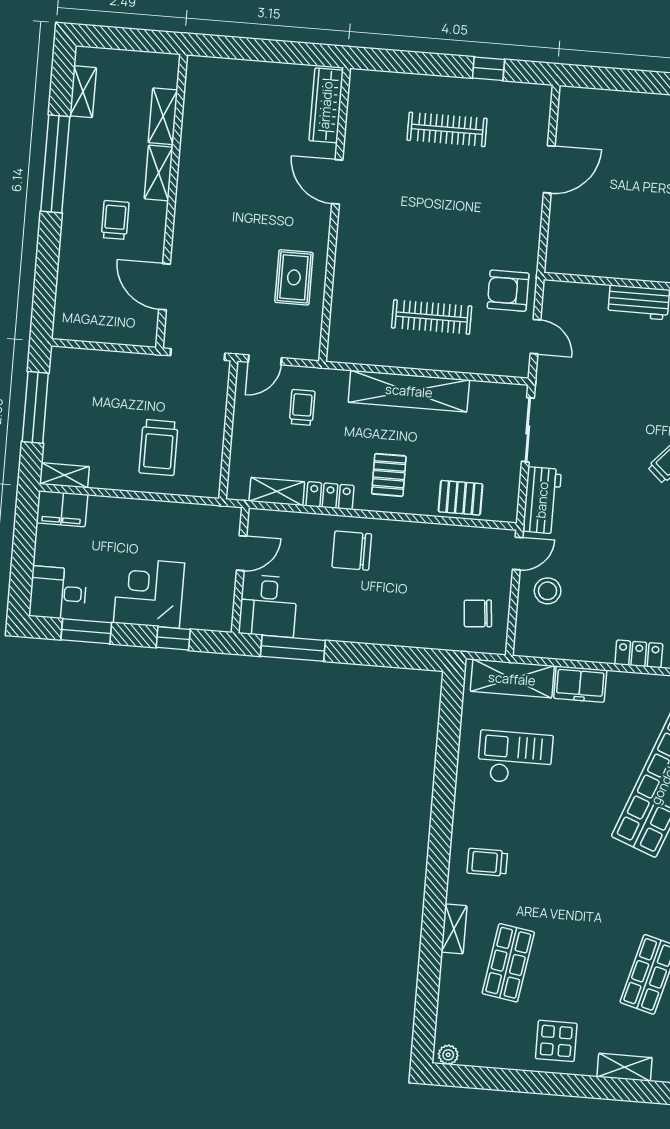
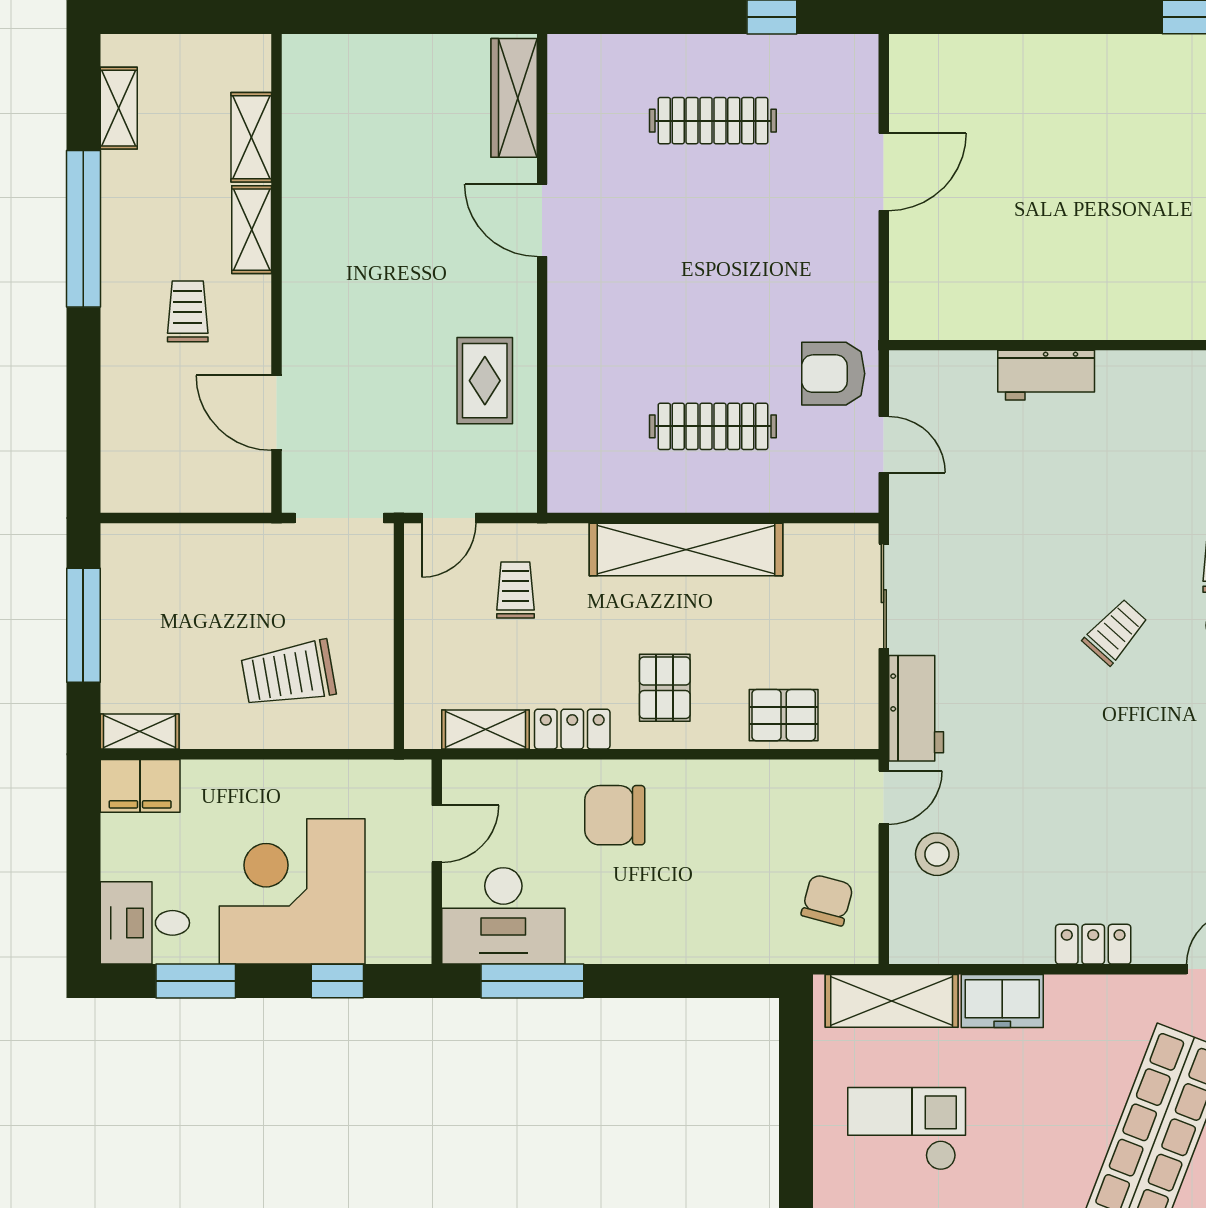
trolley: (159, 447) -> (288, 674), turned 80
corner desk: (149, 593) -> (292, 891), width x1.36, depth x1.36
desk: (268, 606) -> (503, 916), width x1.37
chair: (478, 613) -> (827, 900), turned 110

